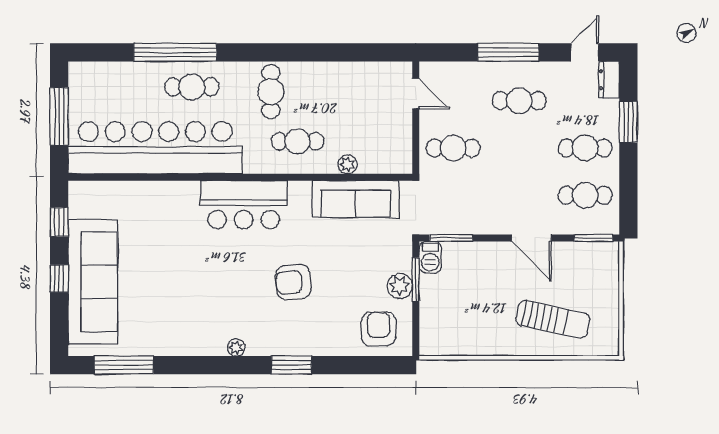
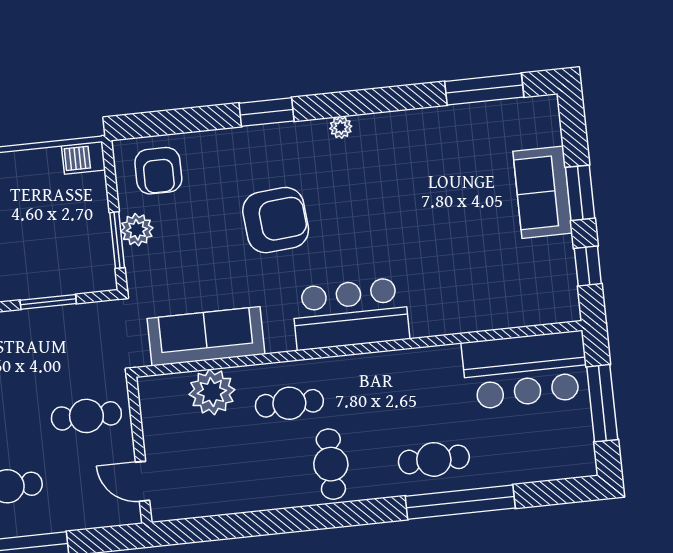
bar counter: (155, 148) -> (525, 370), width x0.54
plant: (347, 164) -> (212, 392), width x1.88, depth x1.88
window: (451, 238) -> (48, 302), moved
barbecue: (430, 257) -> (83, 158), moved, turned -90
window: (59, 278) -> (580, 193), width x1.50
sofa: (93, 282) -> (543, 192), width x0.54, depth x0.79
armchair: (293, 282) -> (276, 220), width x1.36, depth x1.36

